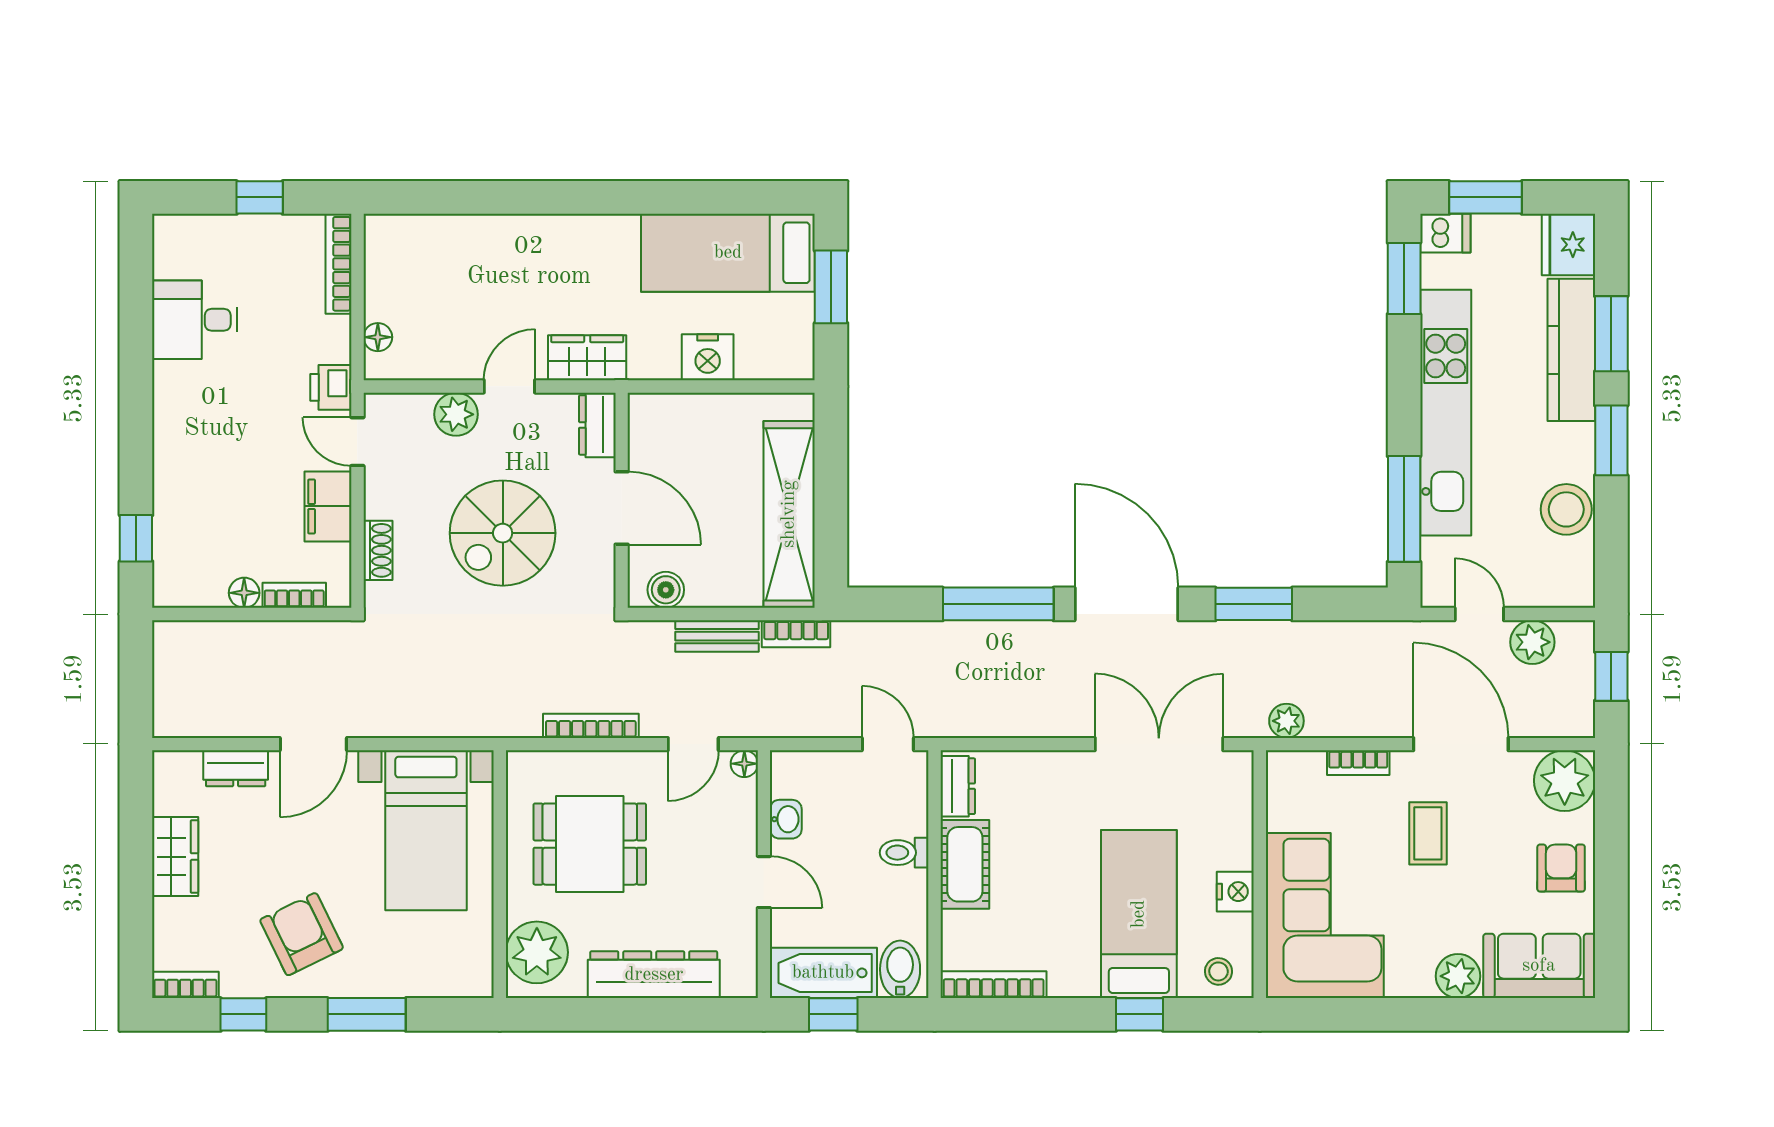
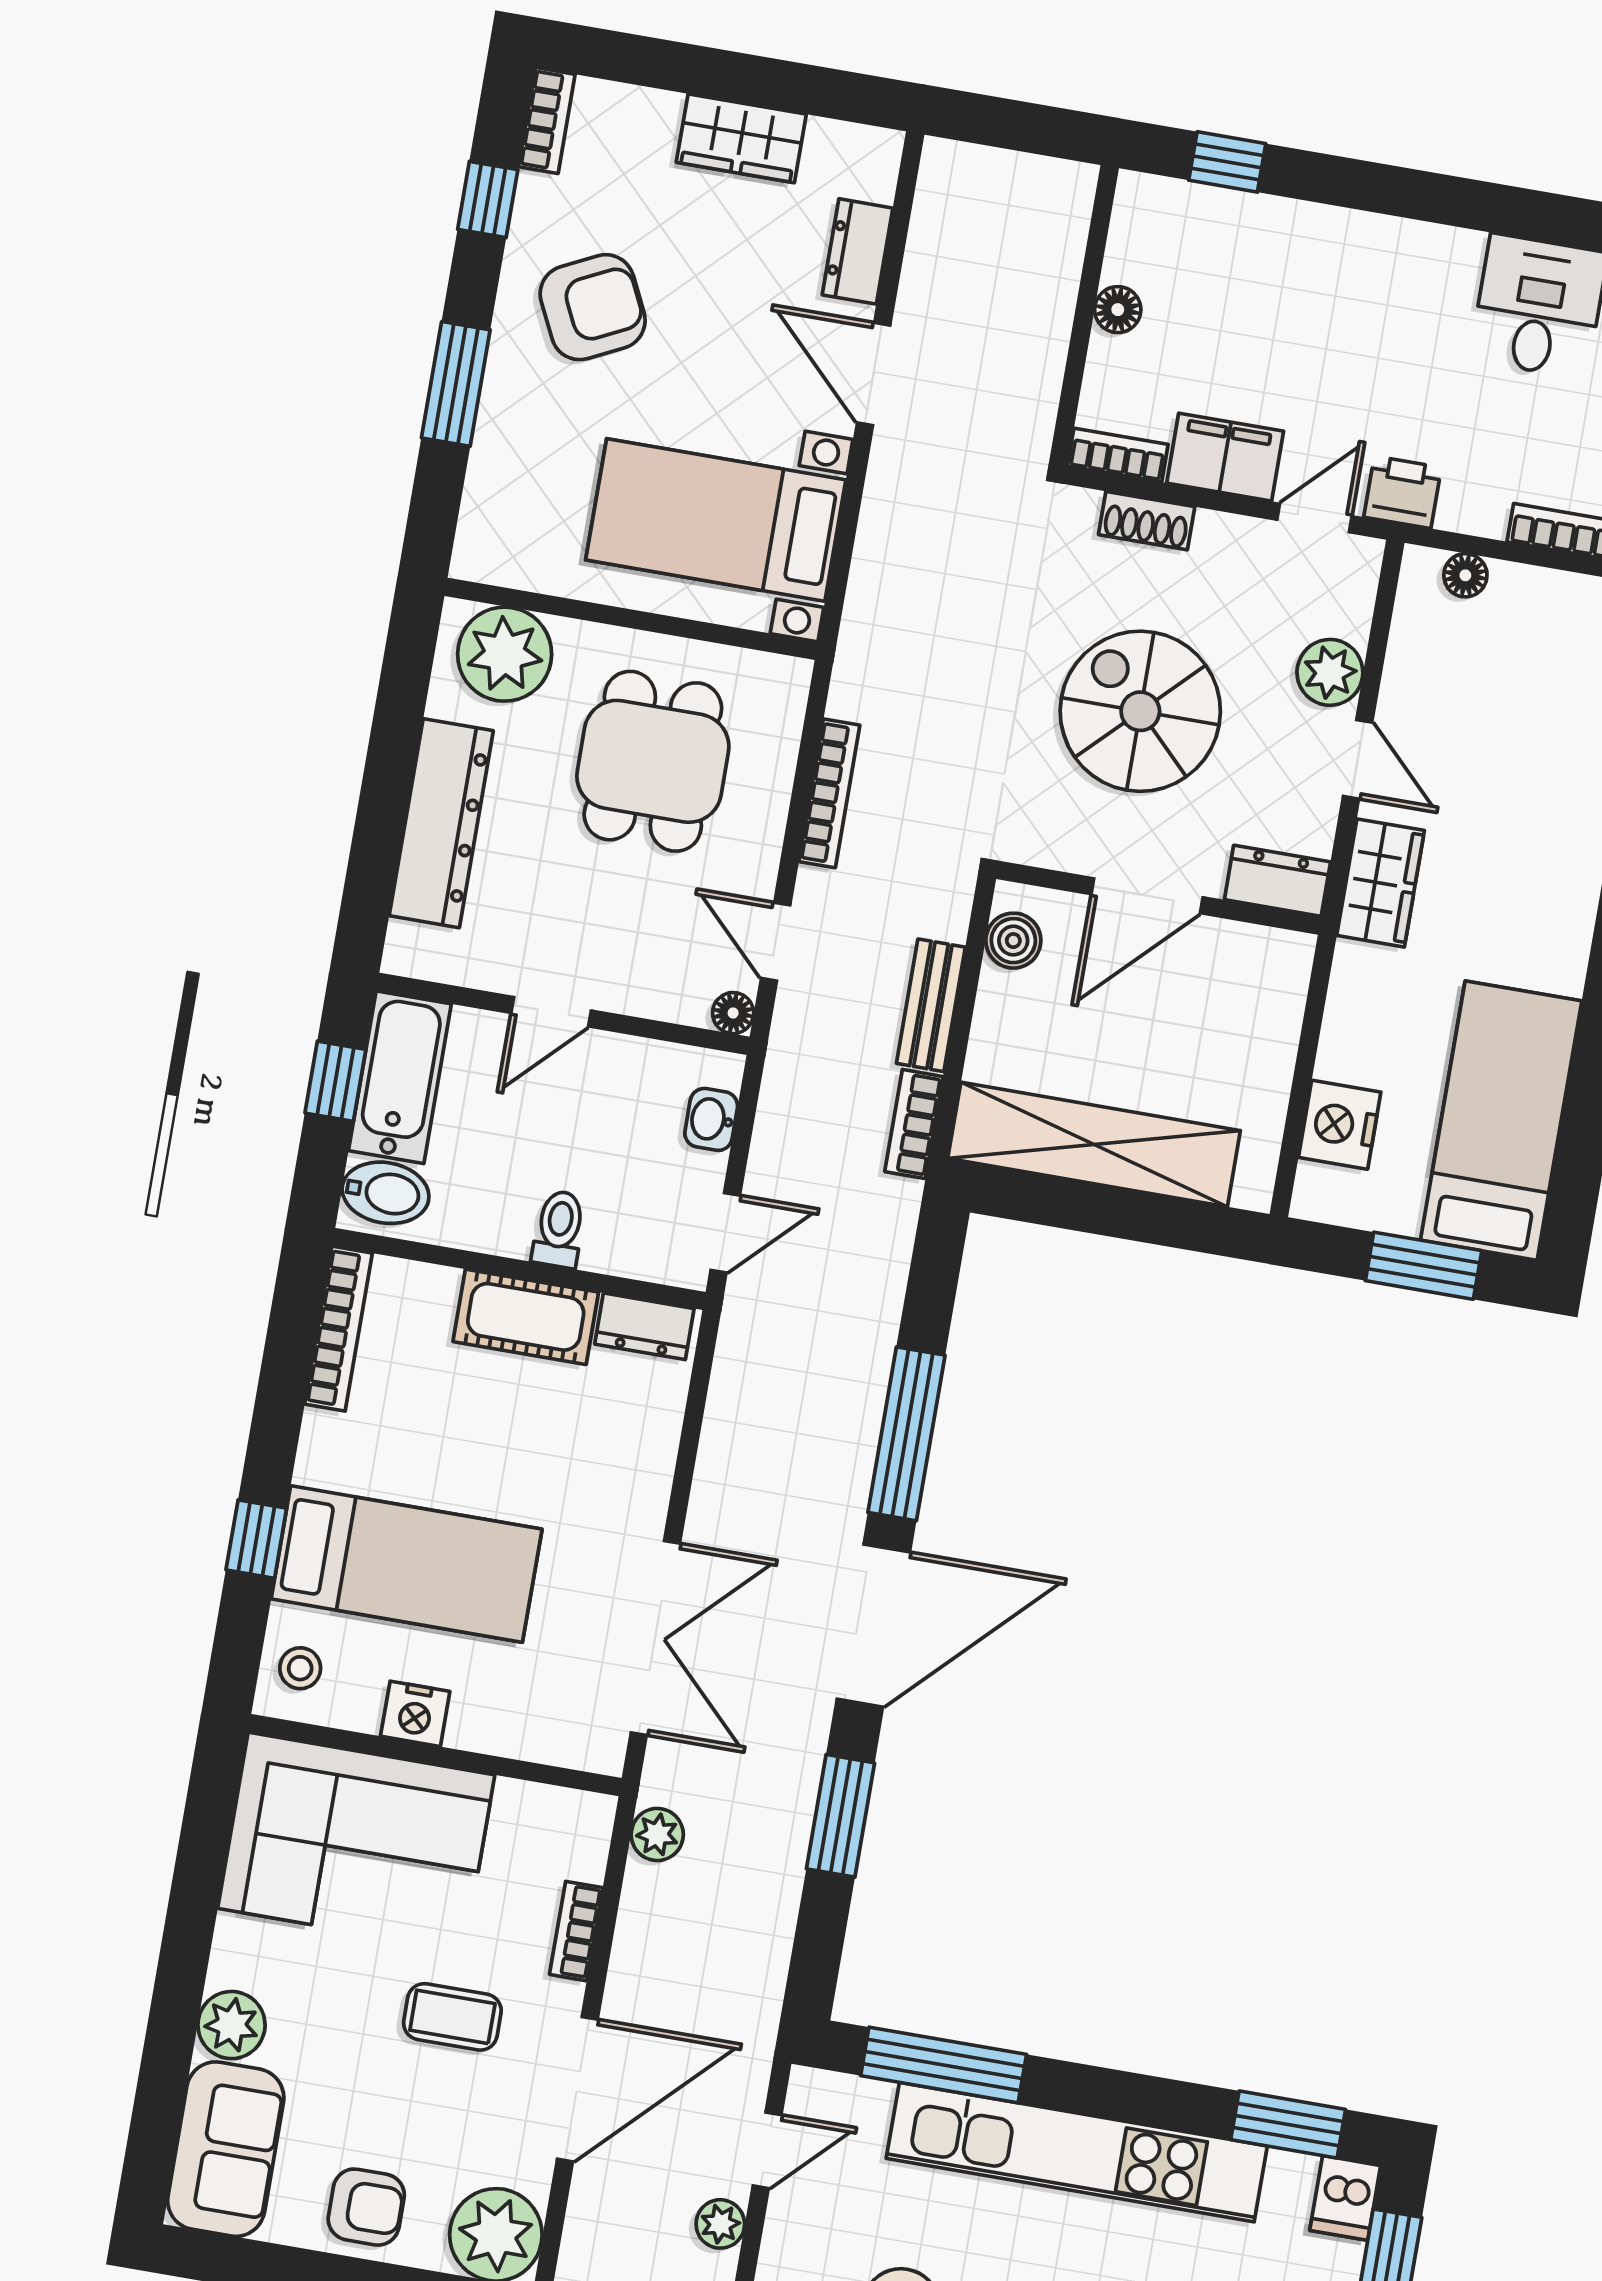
nightstand: (708, 357) -> (1340, 1125), moved
bookcase: (294, 595) -> (1118, 455), moved, turned -90
plant: (1532, 642) -> (720, 2224), width x0.73, depth x0.73
washbasin: (786, 819) -> (711, 1119), moved, turned 90

